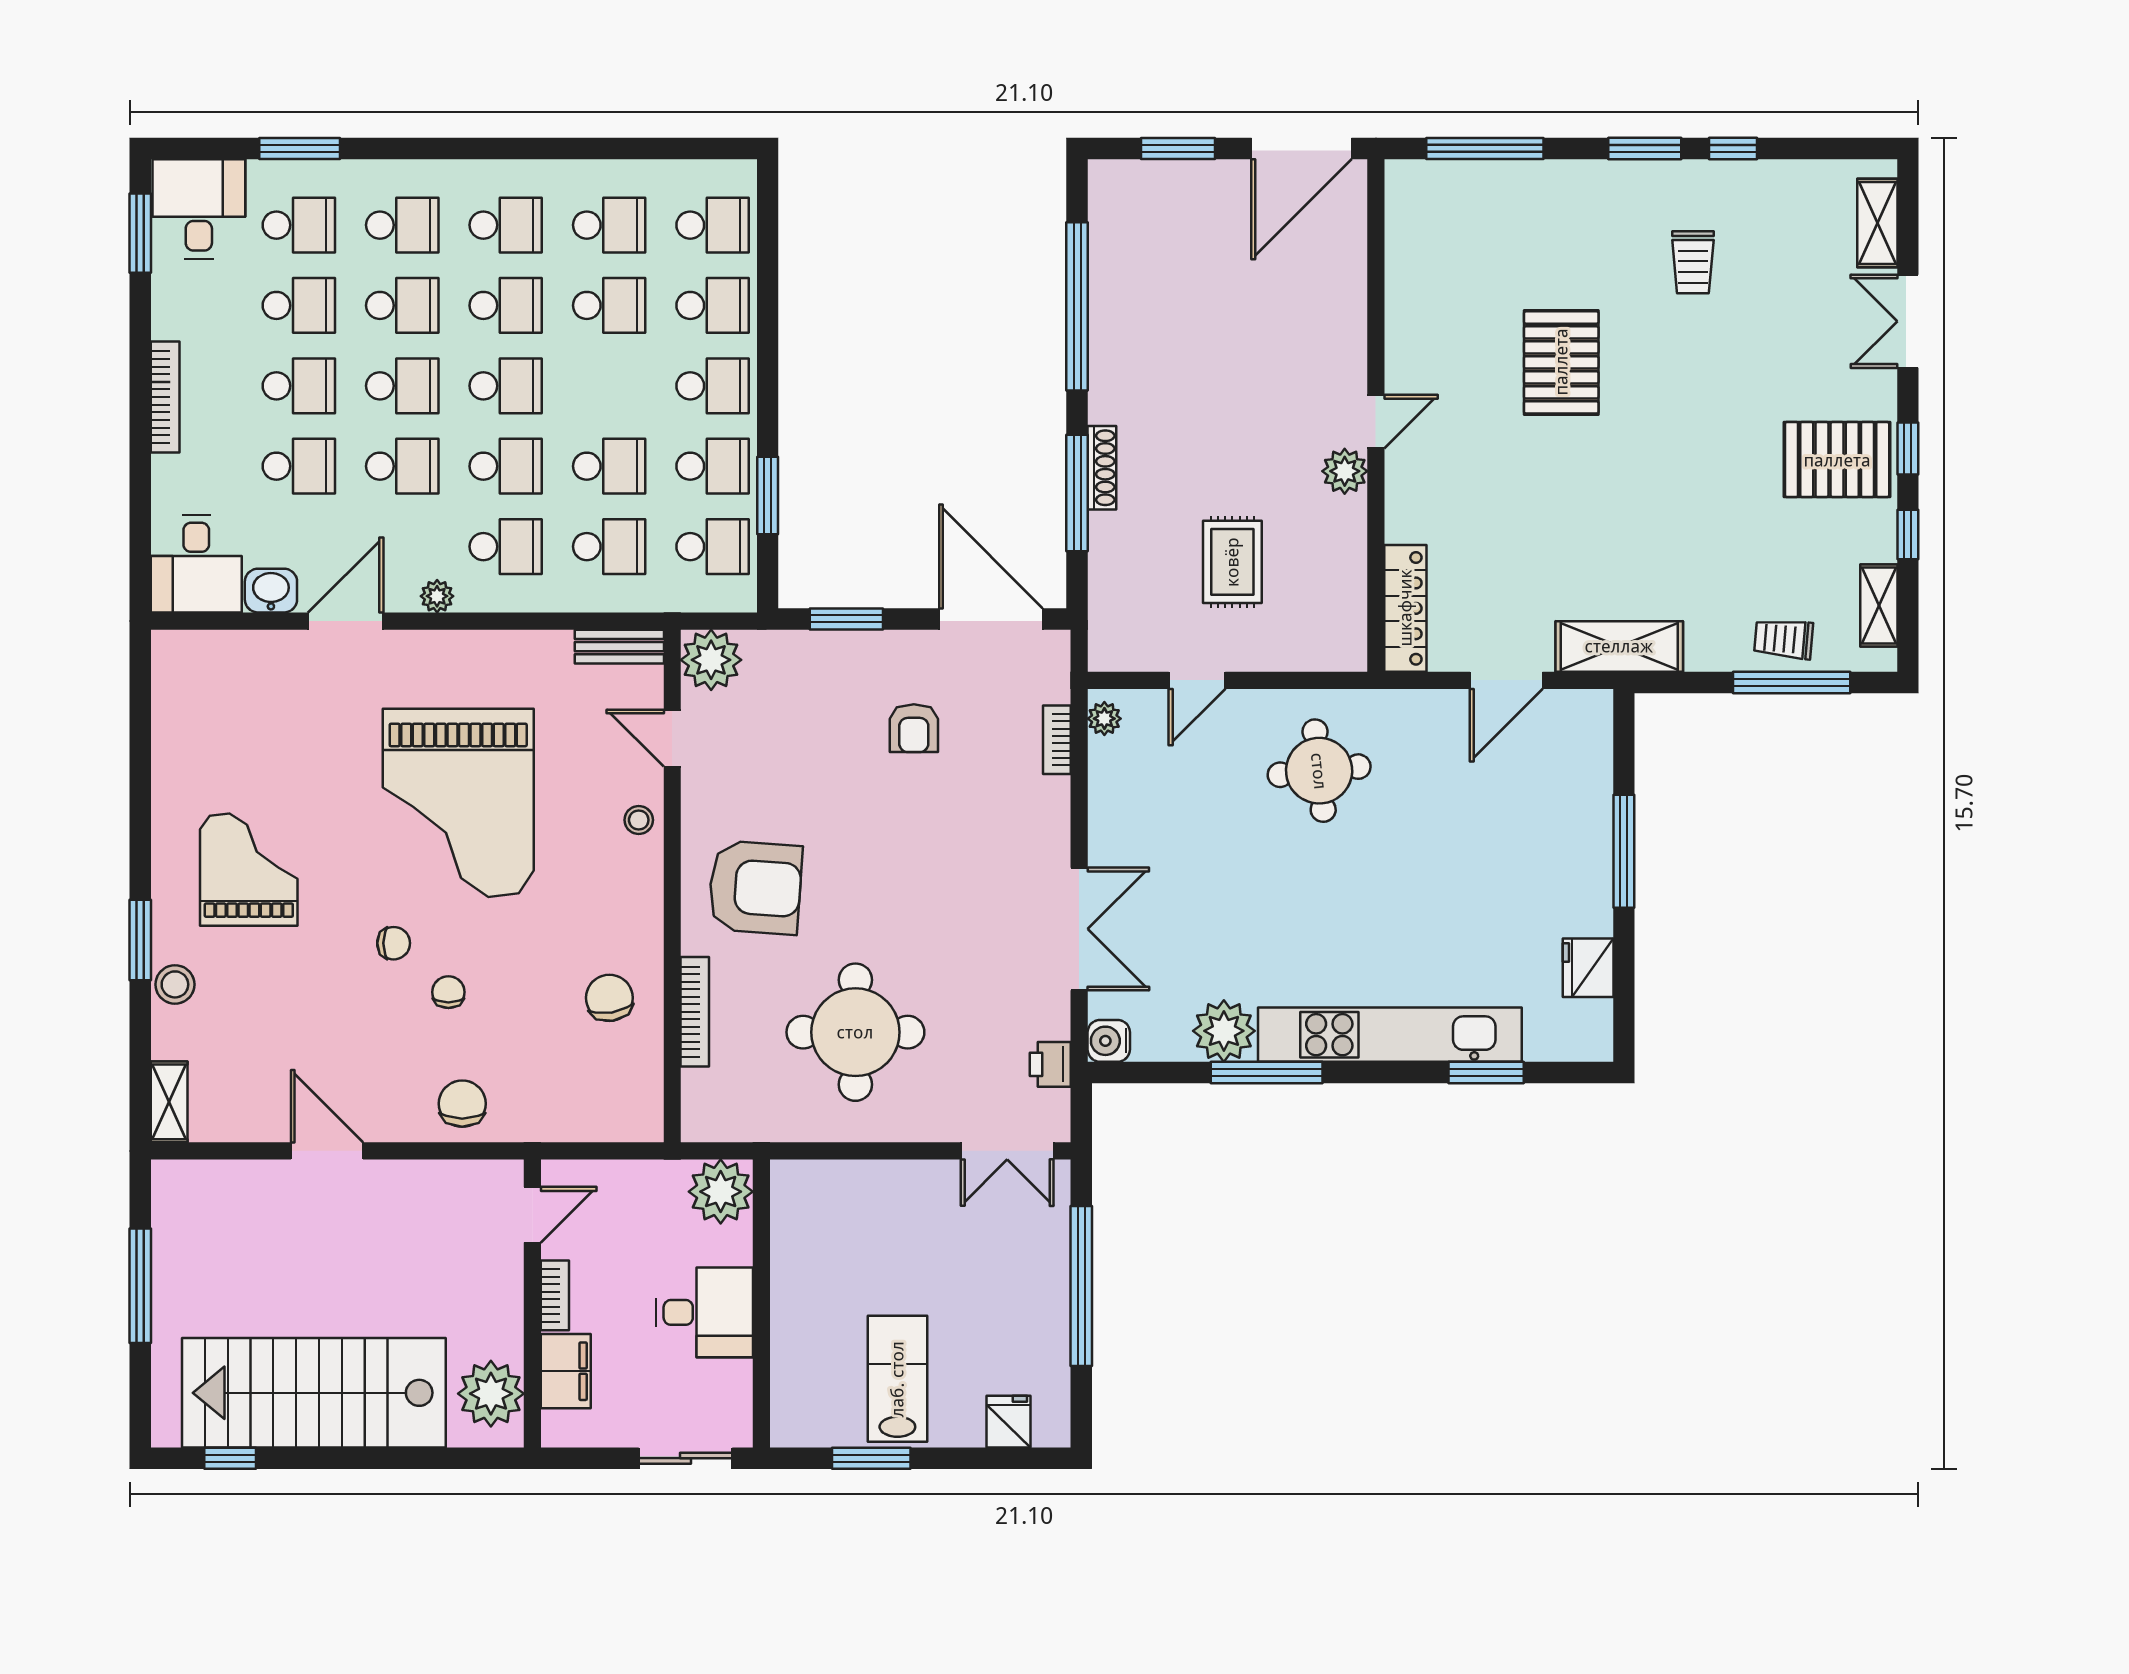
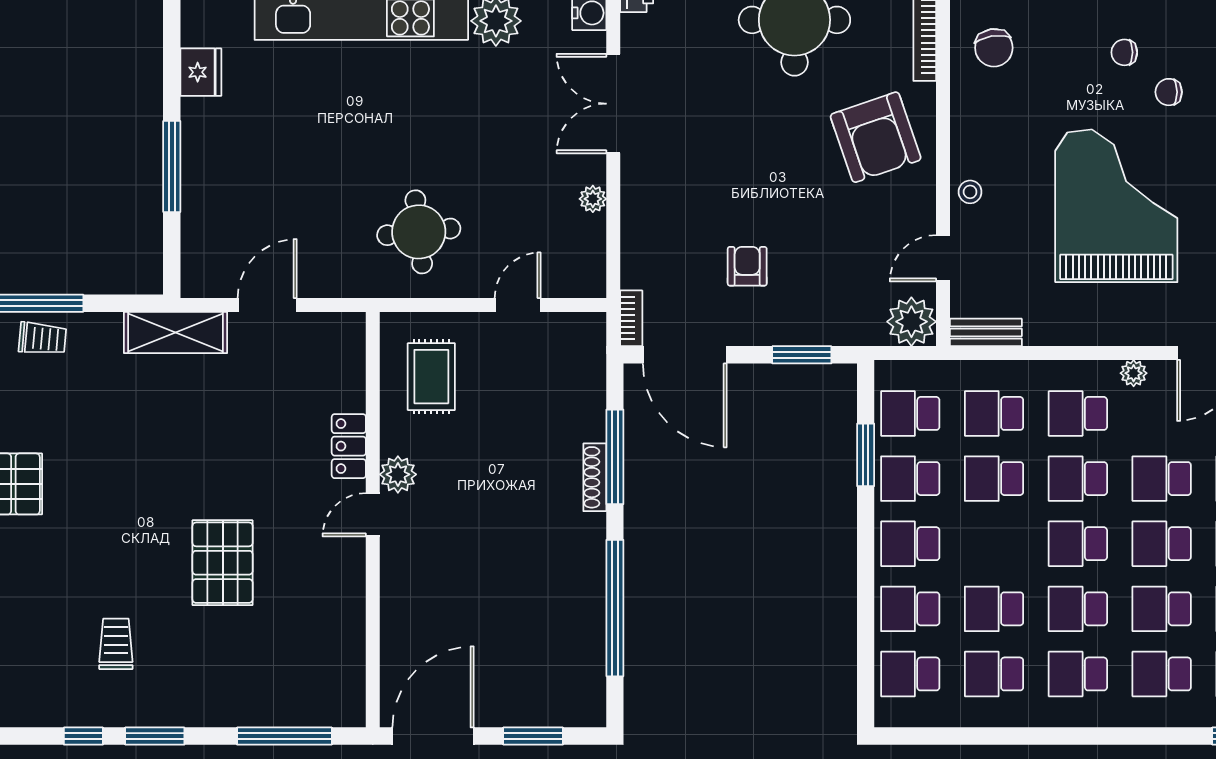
rug: (1232, 562) -> (431, 377), moved
locker: (1405, 608) -> (349, 446), moved, width x0.66
plant: (1104, 719) -> (593, 199), moved
door: (672, 738) -> (943, 258), swing flipped
bookcase: (1057, 740) -> (631, 318), moved
armchair: (755, 888) -> (876, 137), turned -113
chair: (448, 992) -> (1124, 52), turned 90

